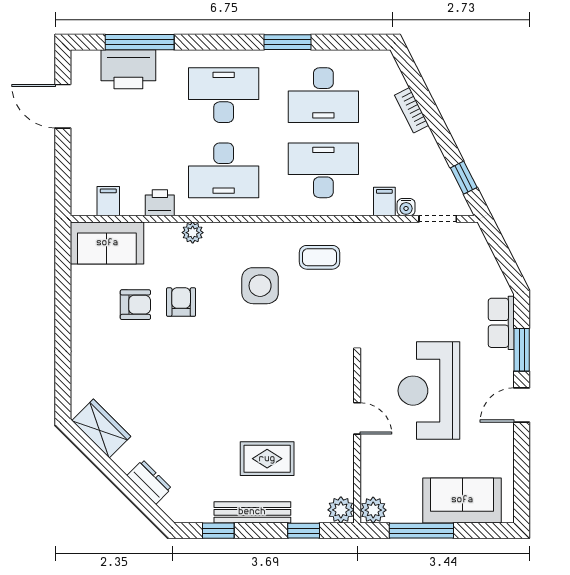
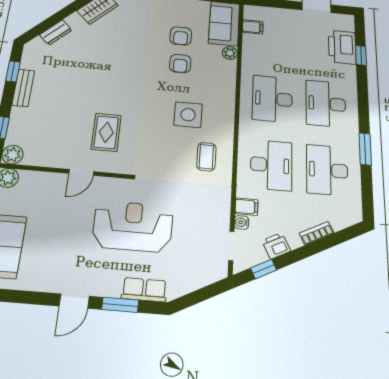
window: (140, 42) -> (361, 55), width x0.46
desk: (224, 95) -> (326, 104), turned 180
printer: (160, 203) -> (276, 246), moved, turned -117
plant: (193, 233) -> (230, 53), moved
armchair: (181, 302) -> (180, 64), turned 90
reception desk: (429, 391) -> (133, 226), moved
door: (522, 405) -> (74, 301), swing flipped
rug: (267, 459) -> (106, 132), moved
bench: (252, 512) -> (23, 88), width x0.73

